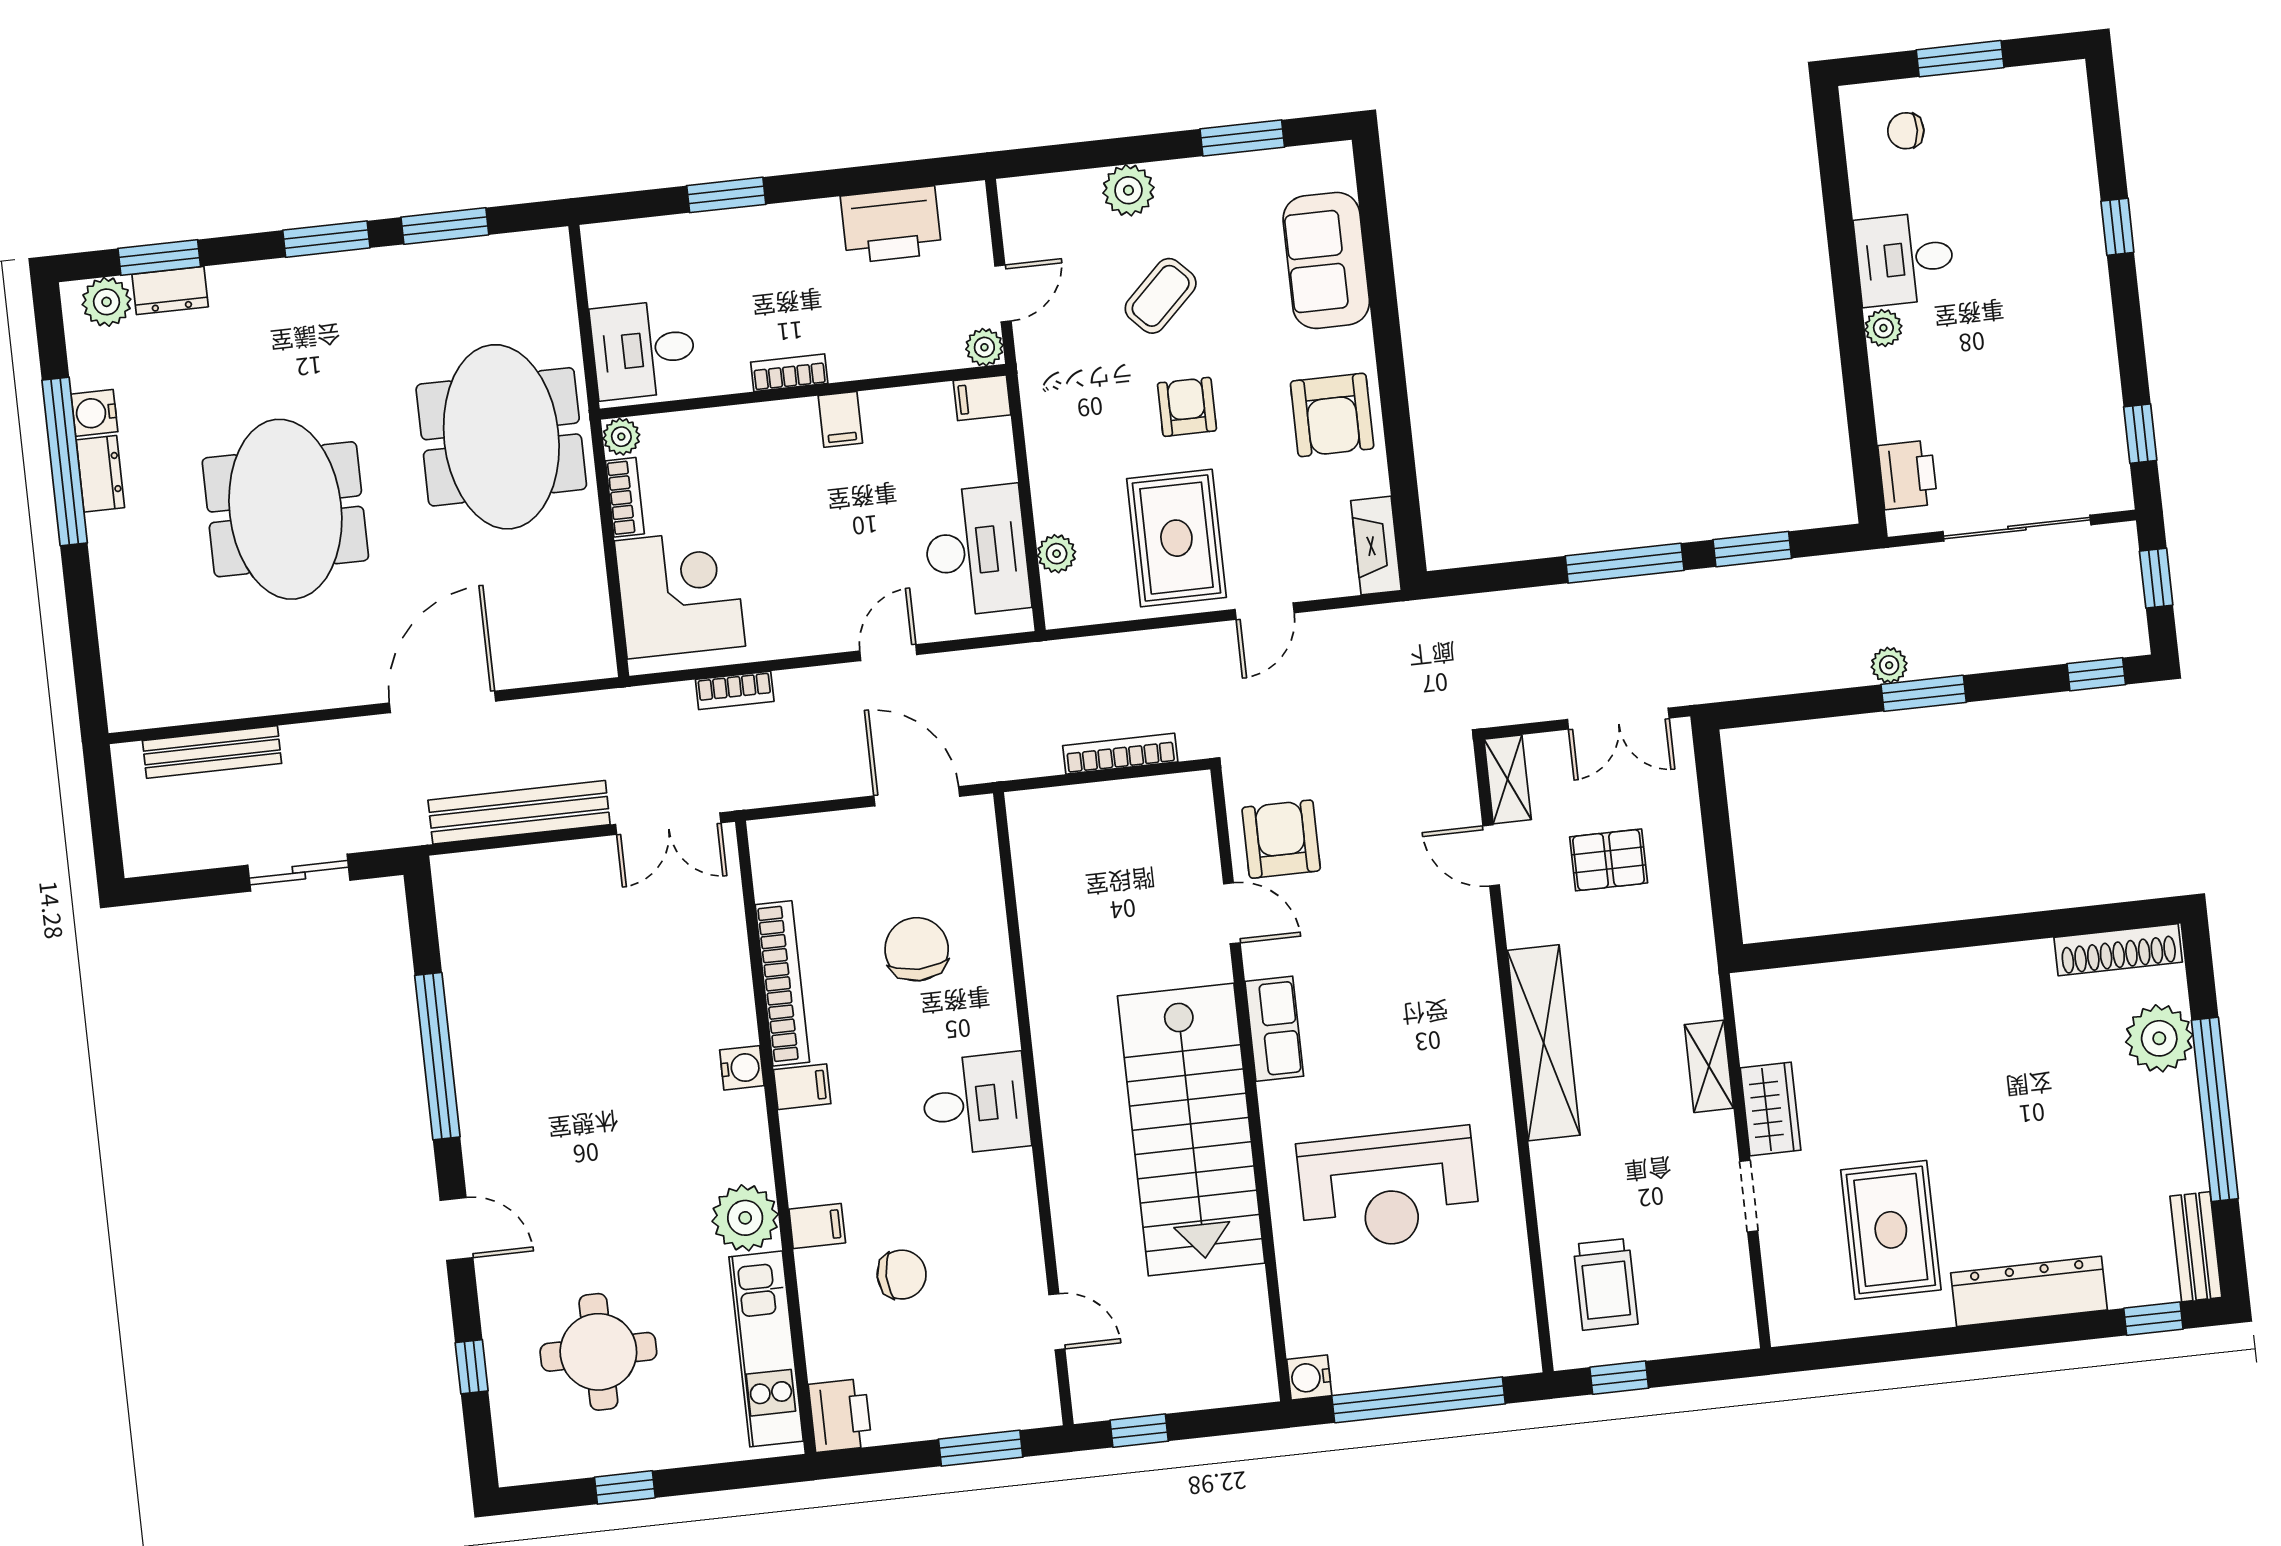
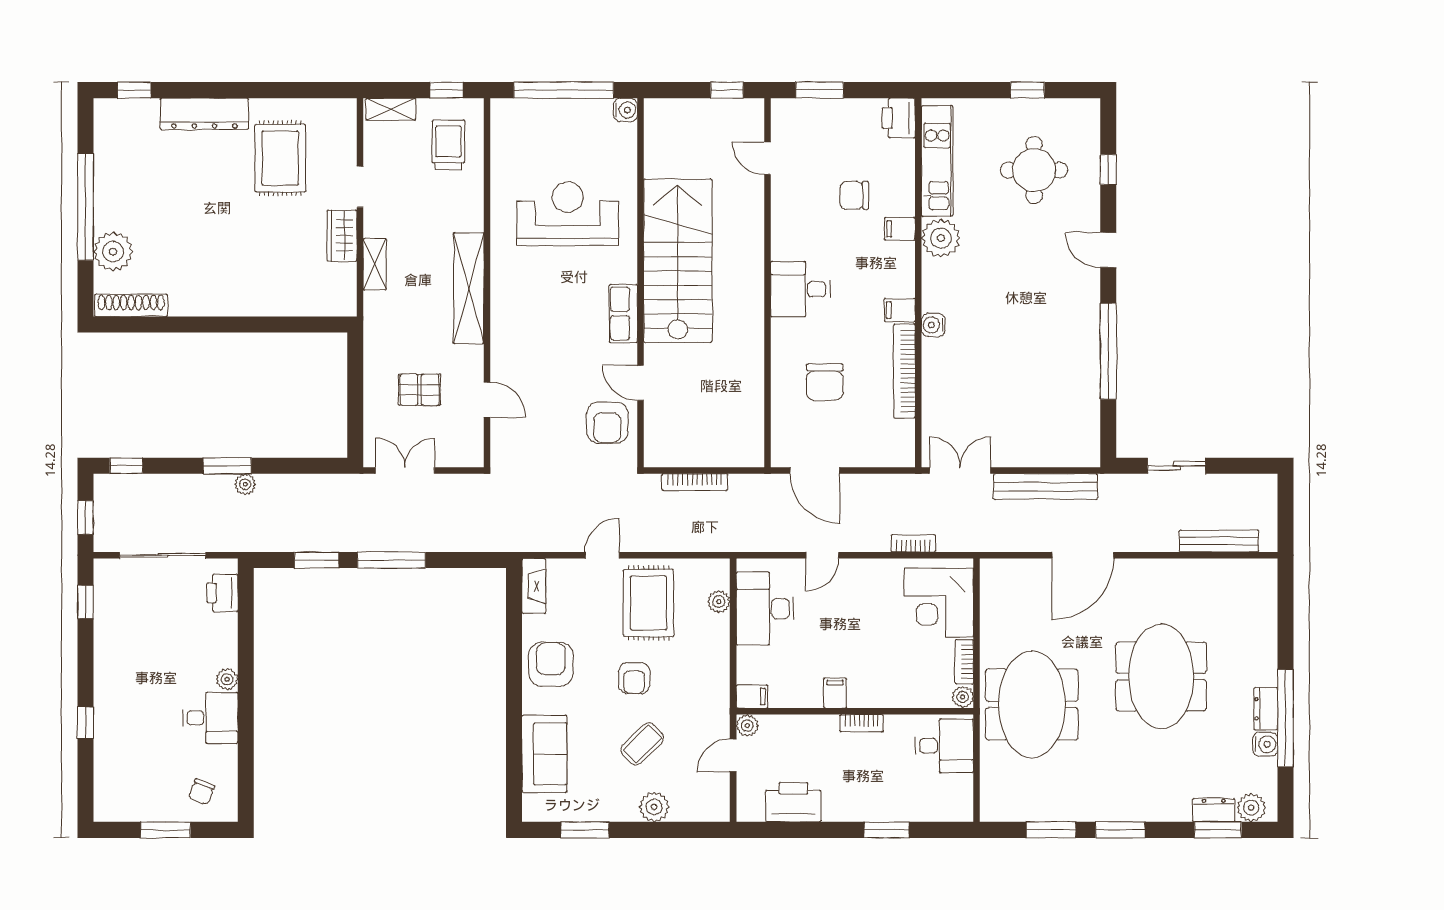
chair: (1906, 131) -> (201, 792), turned 108
shelving: (1508, 779) -> (391, 109), moved, turned 90
bench: (2196, 1247) -> (105, 129), removed

